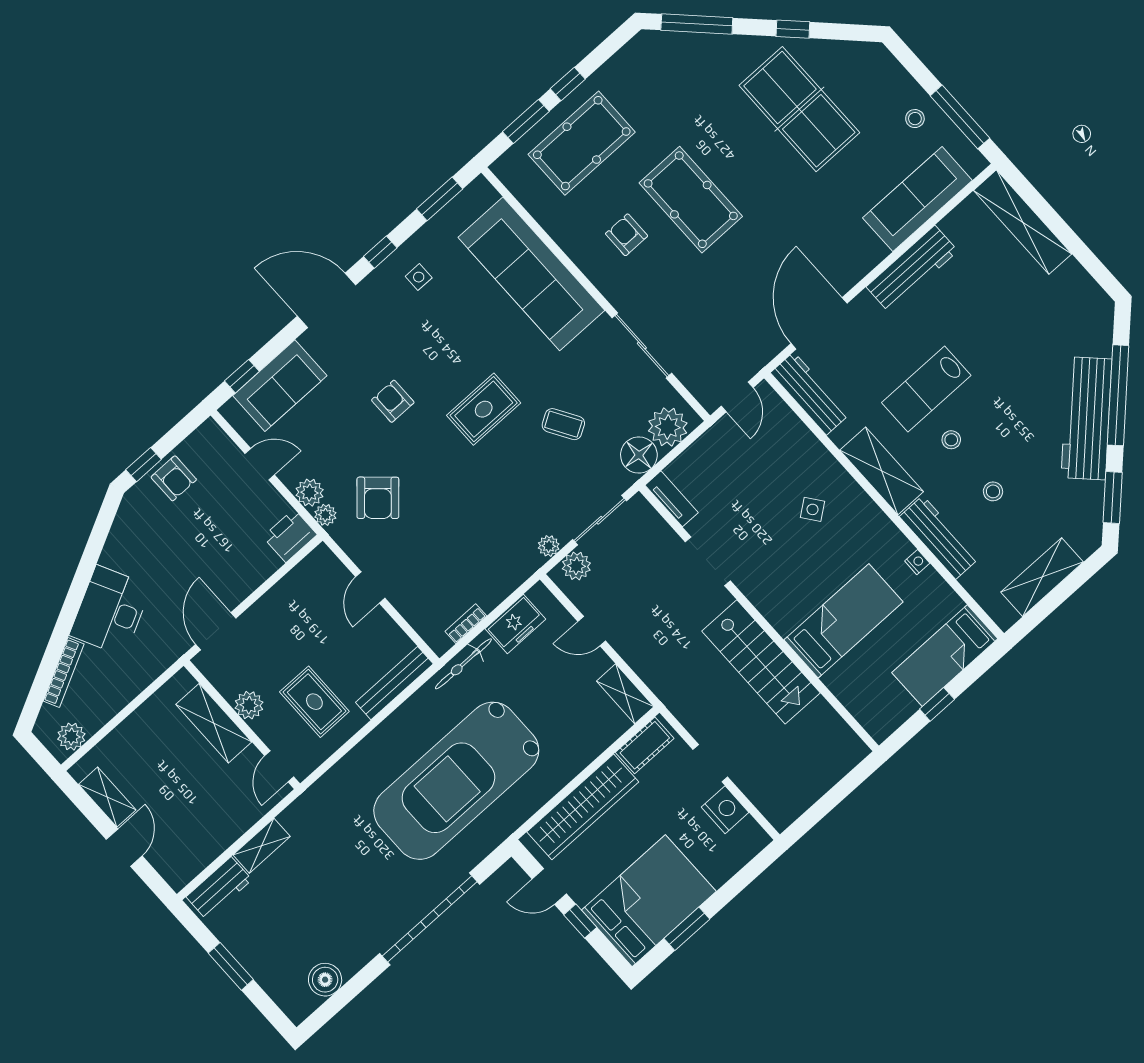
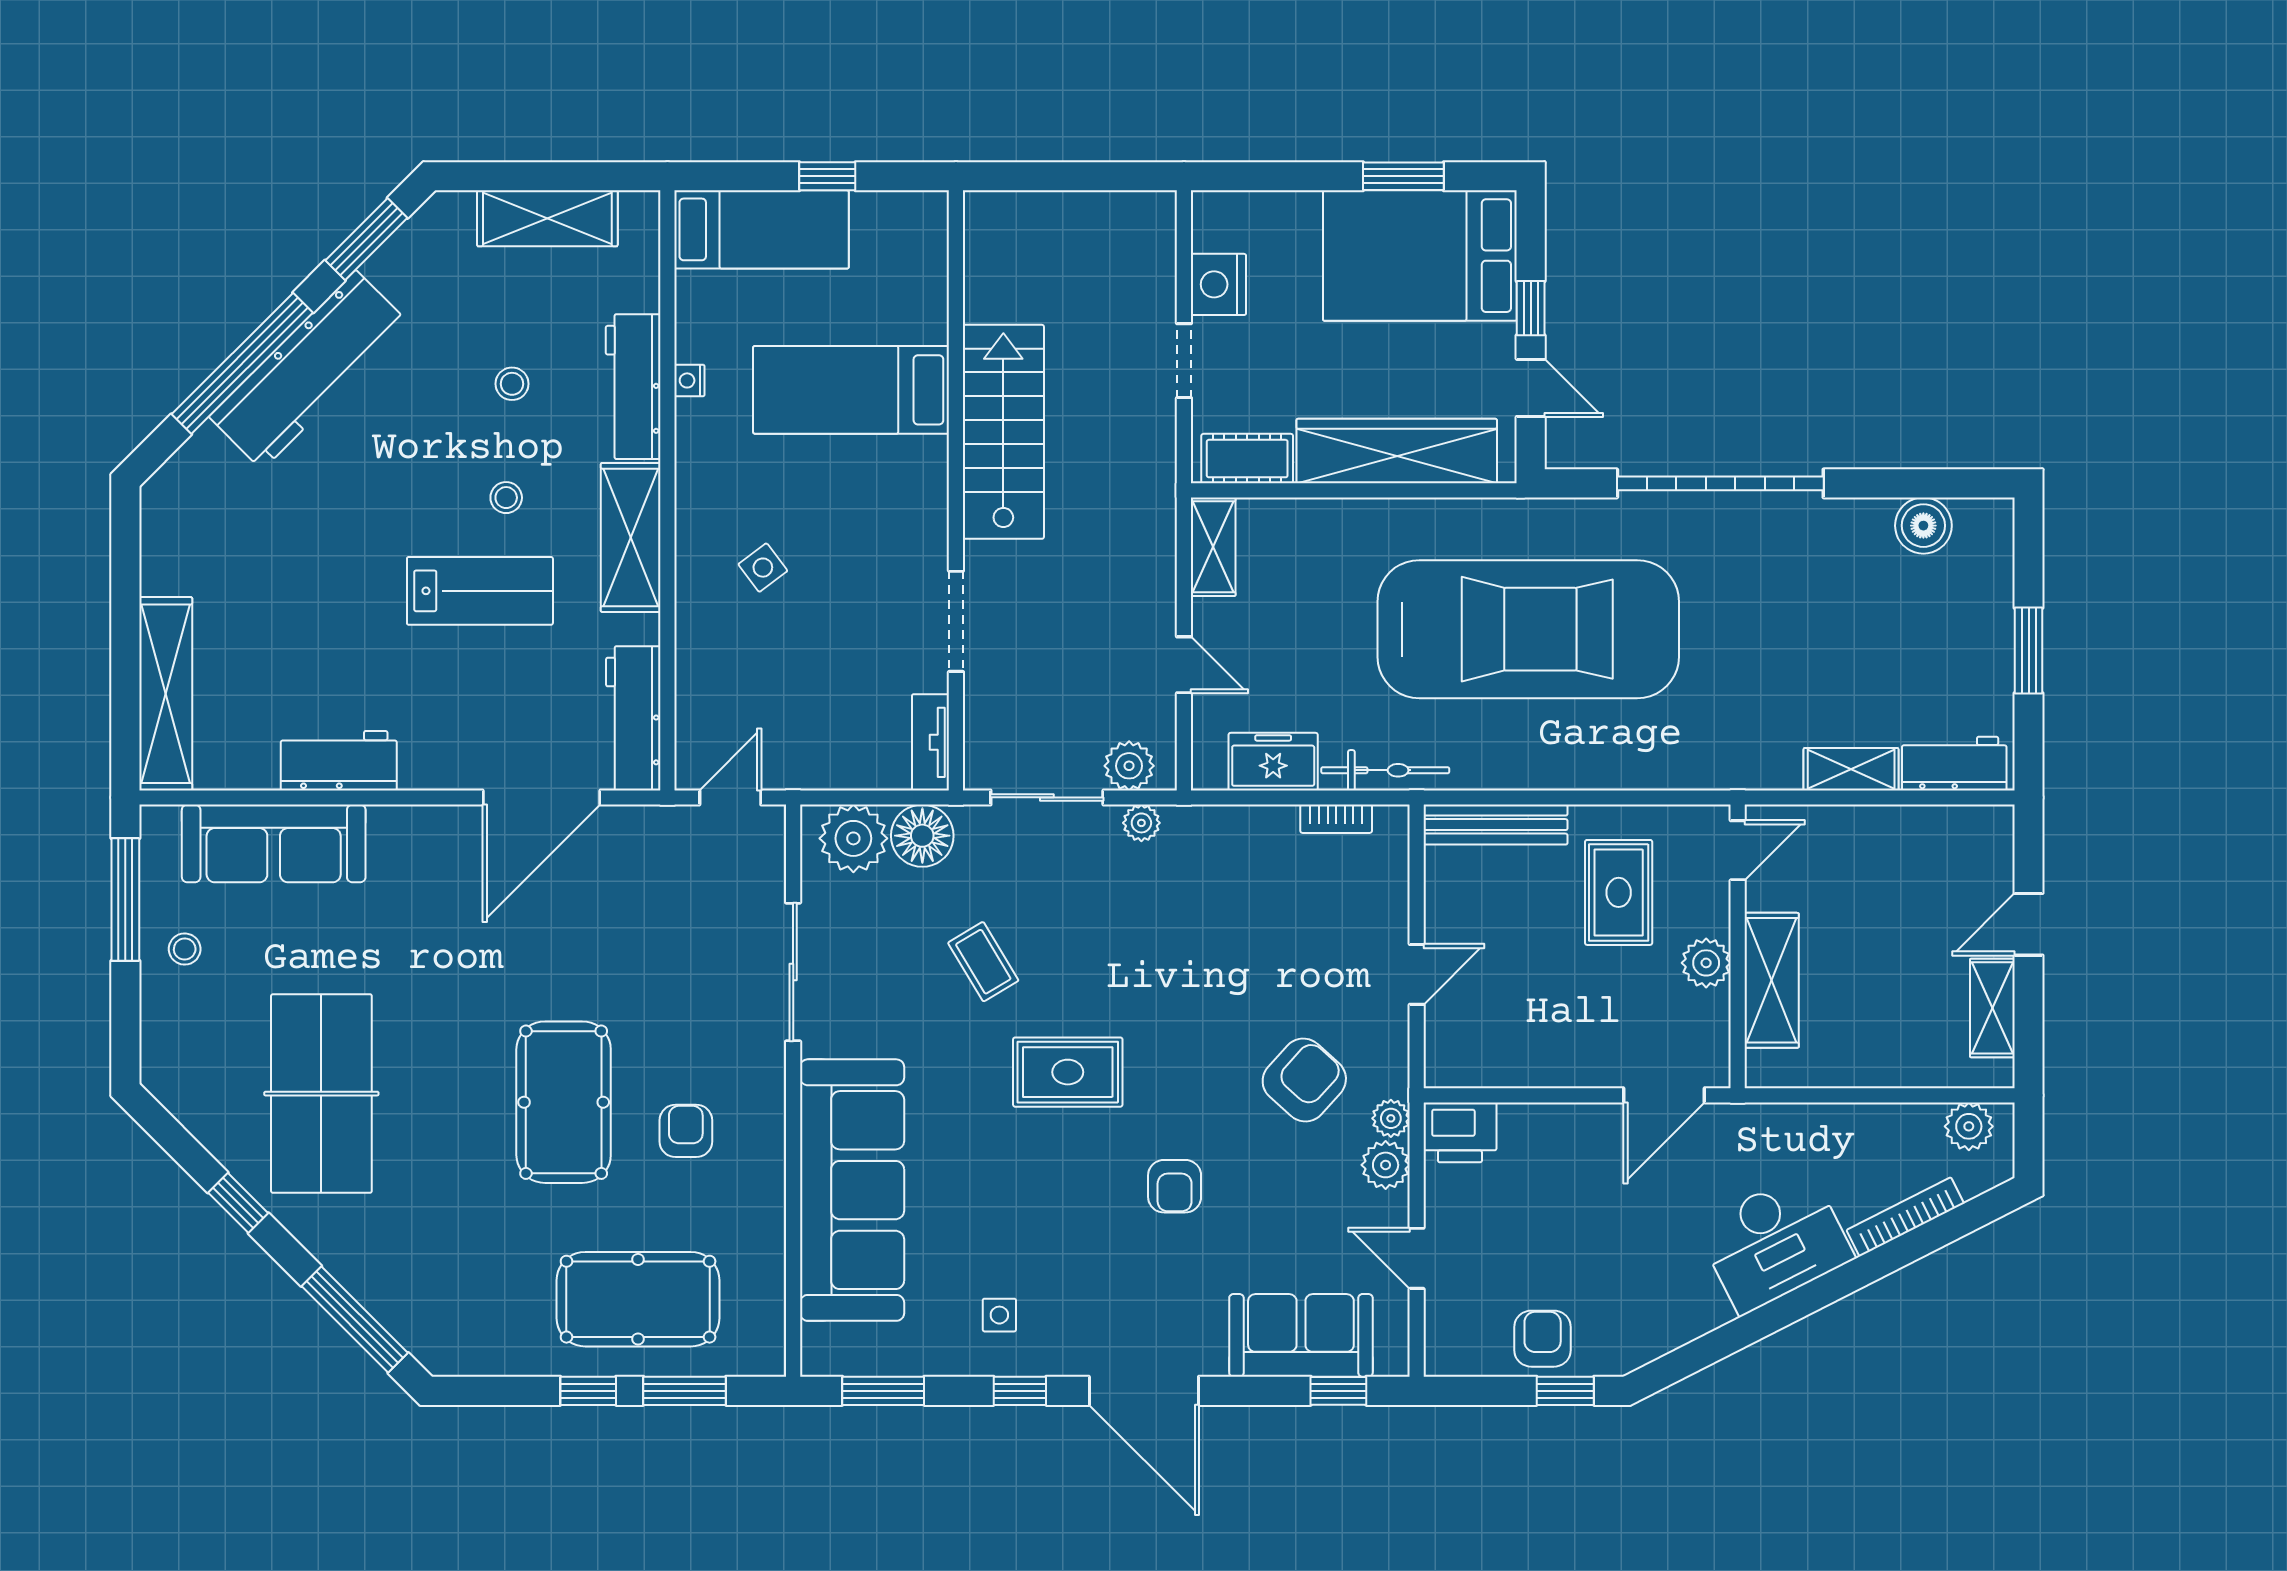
armchair: (627, 235) -> (686, 1131), turned 180
workbench: (912, 269) -> (339, 761), width x0.73

